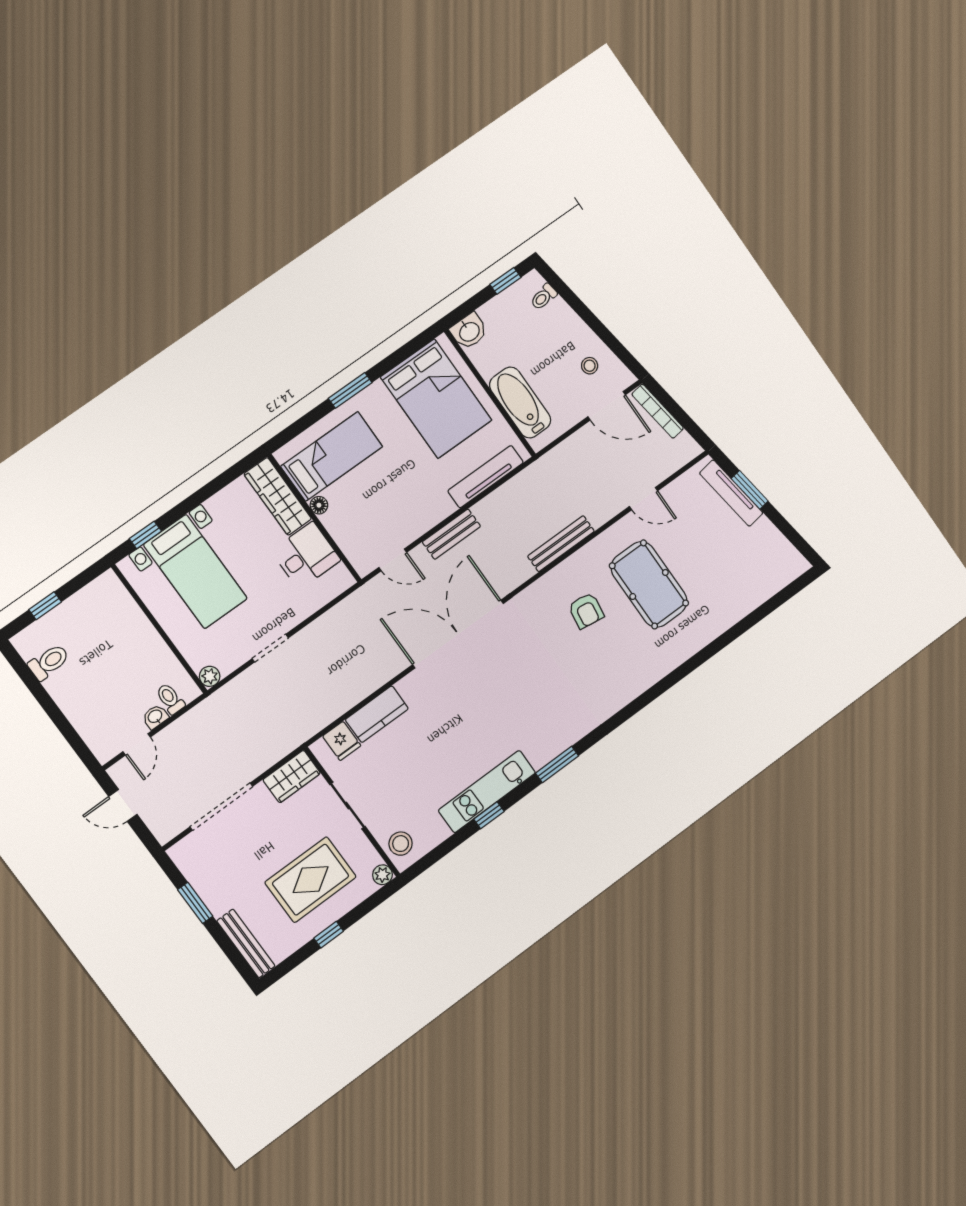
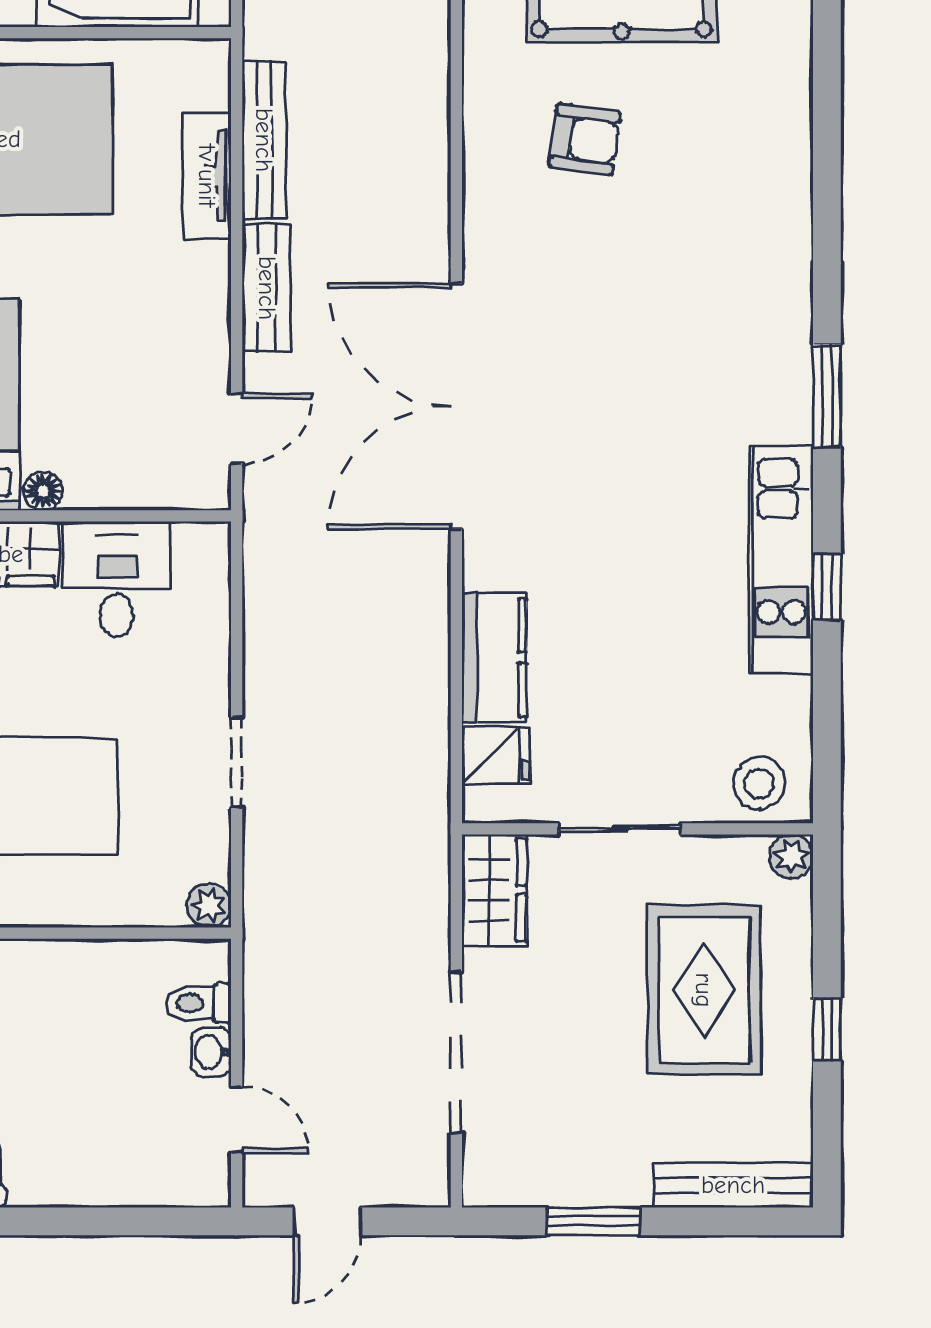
tv unit: (486, 477) -> (207, 176), width x0.71
bench: (561, 544) -> (264, 140), moved

